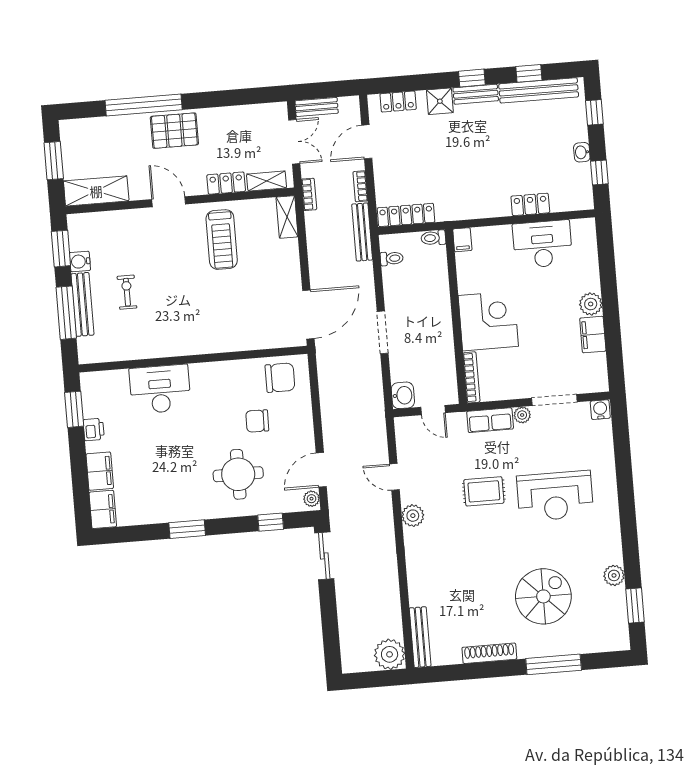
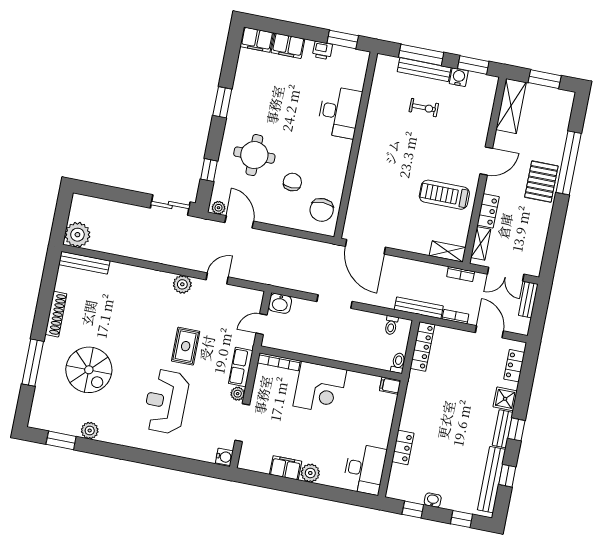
desk: (542, 244) -> (365, 469), moved

